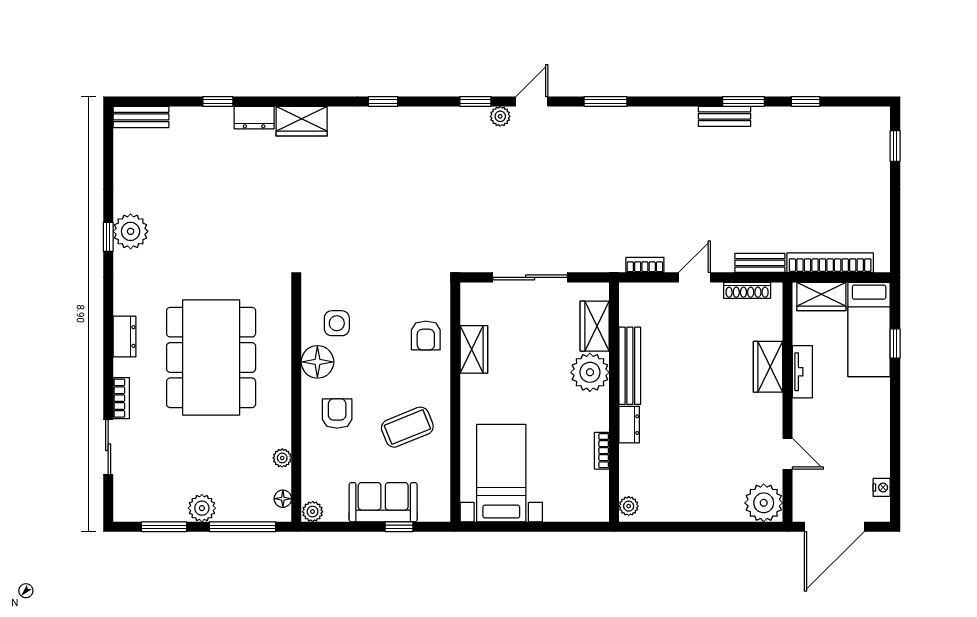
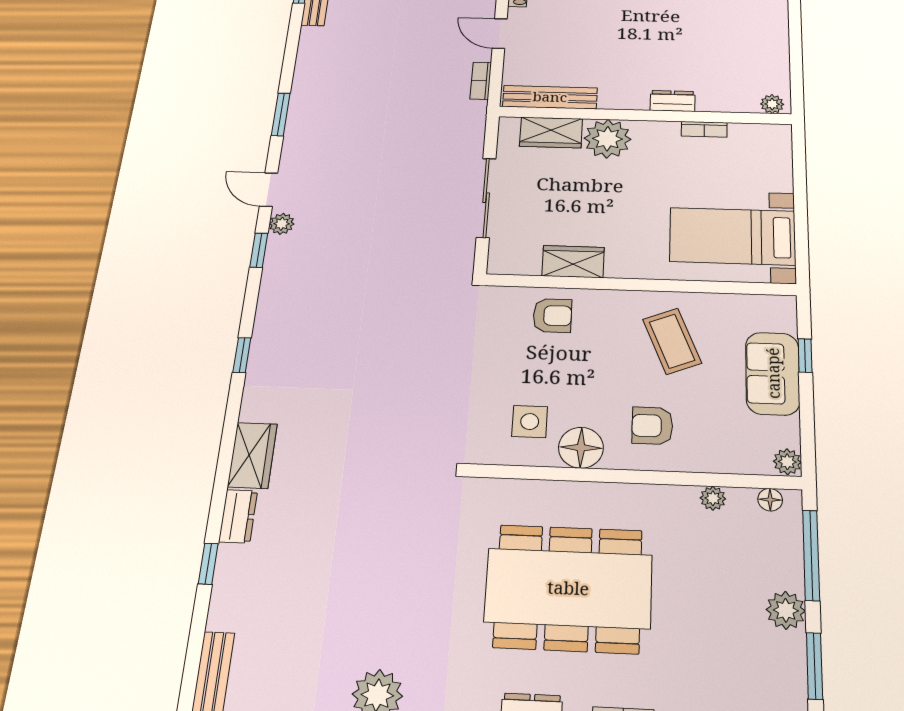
bench: (630, 366) -> (550, 97), moved

